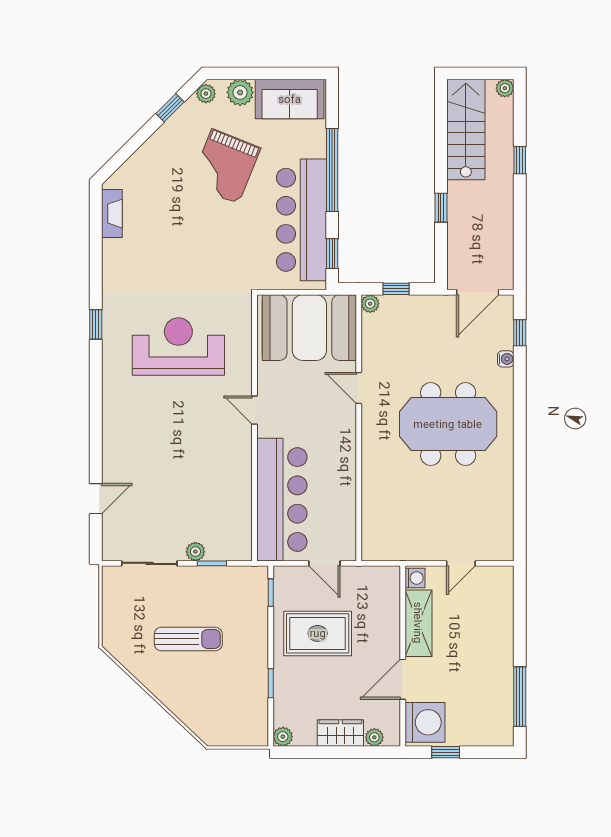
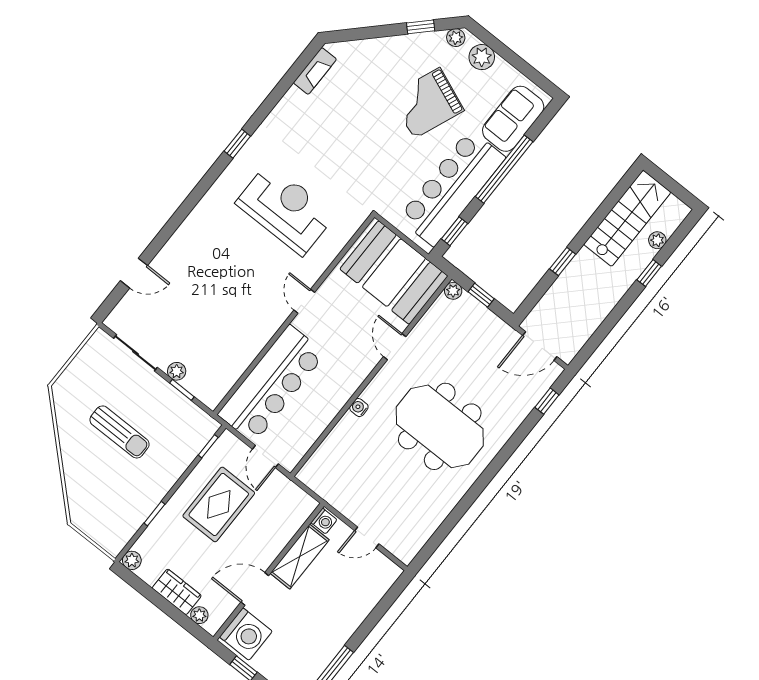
plant: (505, 88) -> (657, 240), moved
sofa: (290, 99) -> (513, 119), moved, turned 90
water cooler: (506, 359) -> (359, 408), moved, turned 180
rug: (318, 633) -> (219, 504), turned 90

